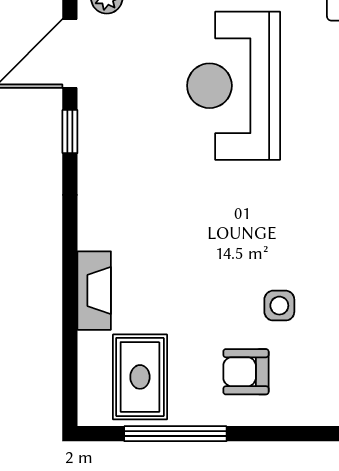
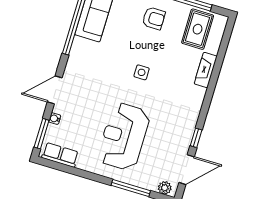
reception desk: (234, 86) -> (124, 136), turned 180
side table: (279, 306) -> (142, 72), moved

